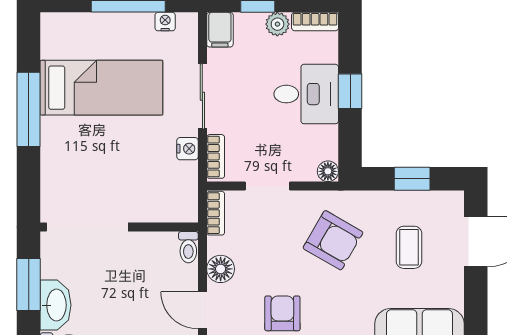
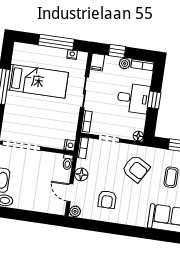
nightstand: (187, 149) -> (70, 145), moved
armchair: (282, 313) -> (107, 200), turned 180

